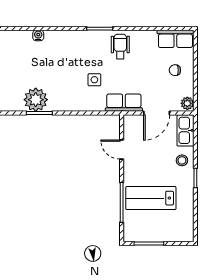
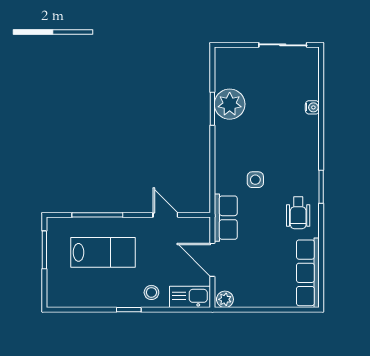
row of seats: (175, 39) -> (308, 273), width x1.48
wheelchair: (120, 46) -> (298, 213), turned 90
chair: (175, 70) -> (268, 283), removed
door: (122, 150) -> (165, 215), hinge flipped
lab bench: (151, 198) -> (103, 252), turned 90

